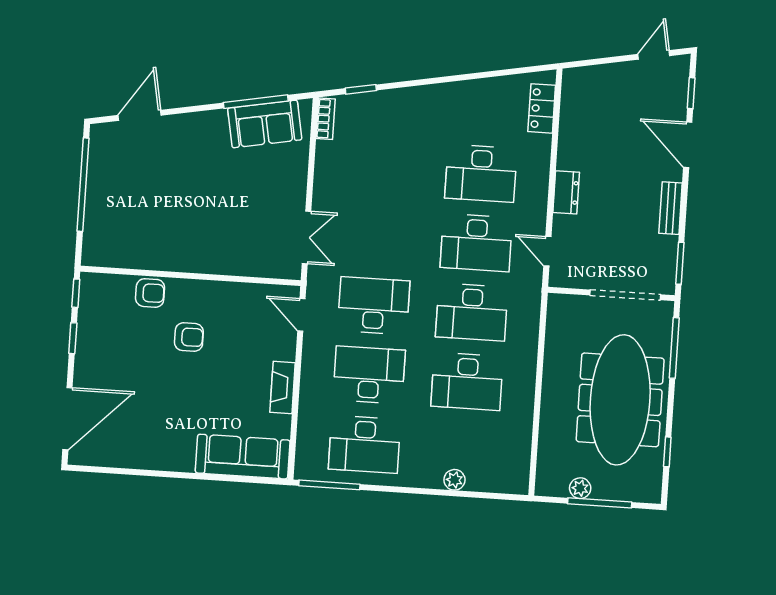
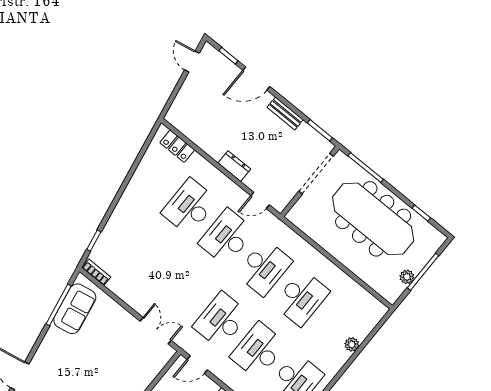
desk: (481, 173) -> (189, 207), turned 180
desk: (476, 243) -> (227, 237), turned 180

